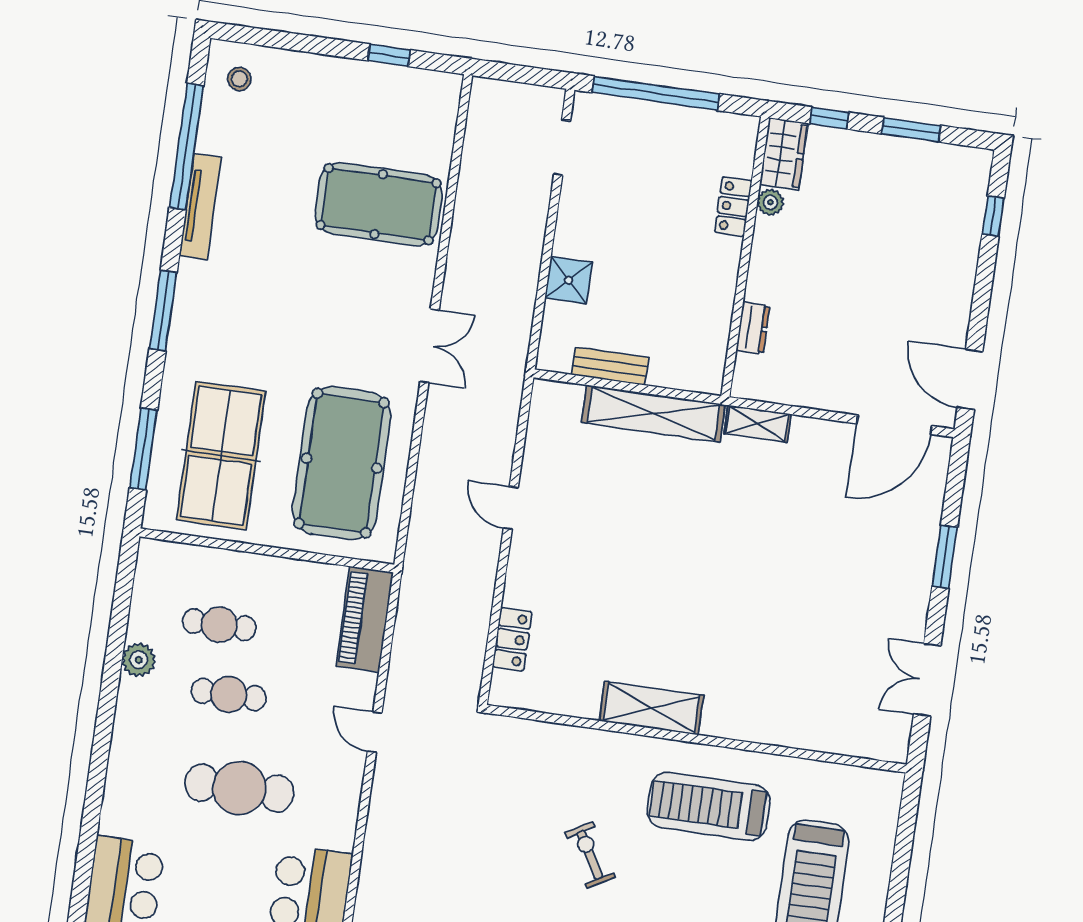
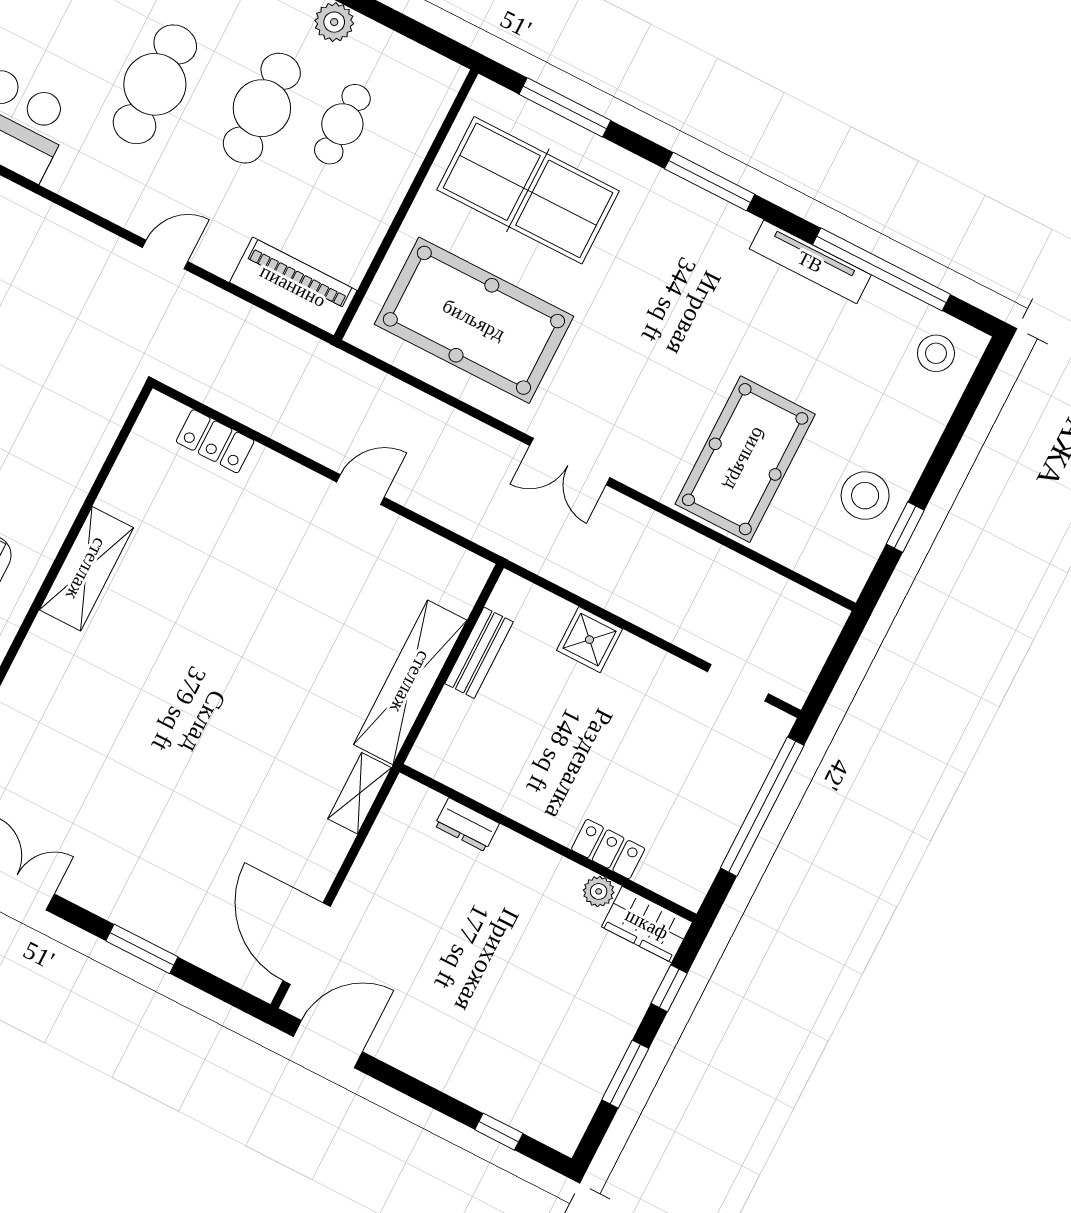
stool: (239, 79) -> (936, 353), width x1.37, depth x1.37
stool: (375, 97) -> (865, 496), added
cafe table: (229, 695) -> (262, 108), width x1.37, depth x1.35

